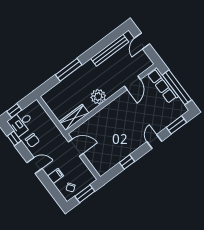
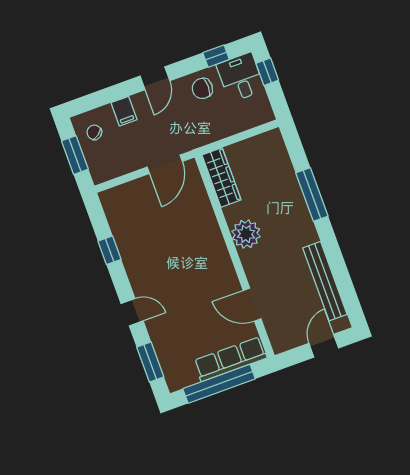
door: (142, 41) -> (324, 346), hinge flipped

